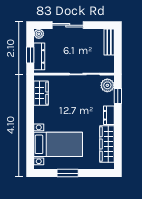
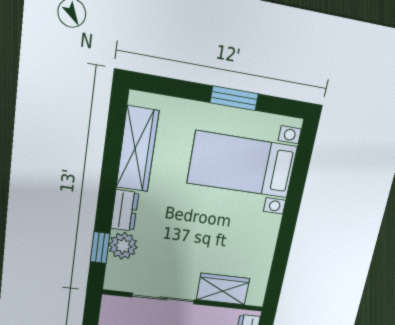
plant: (107, 85) -> (123, 246), moved
wardrobe: (41, 93) -> (223, 289), moved, turned 90

